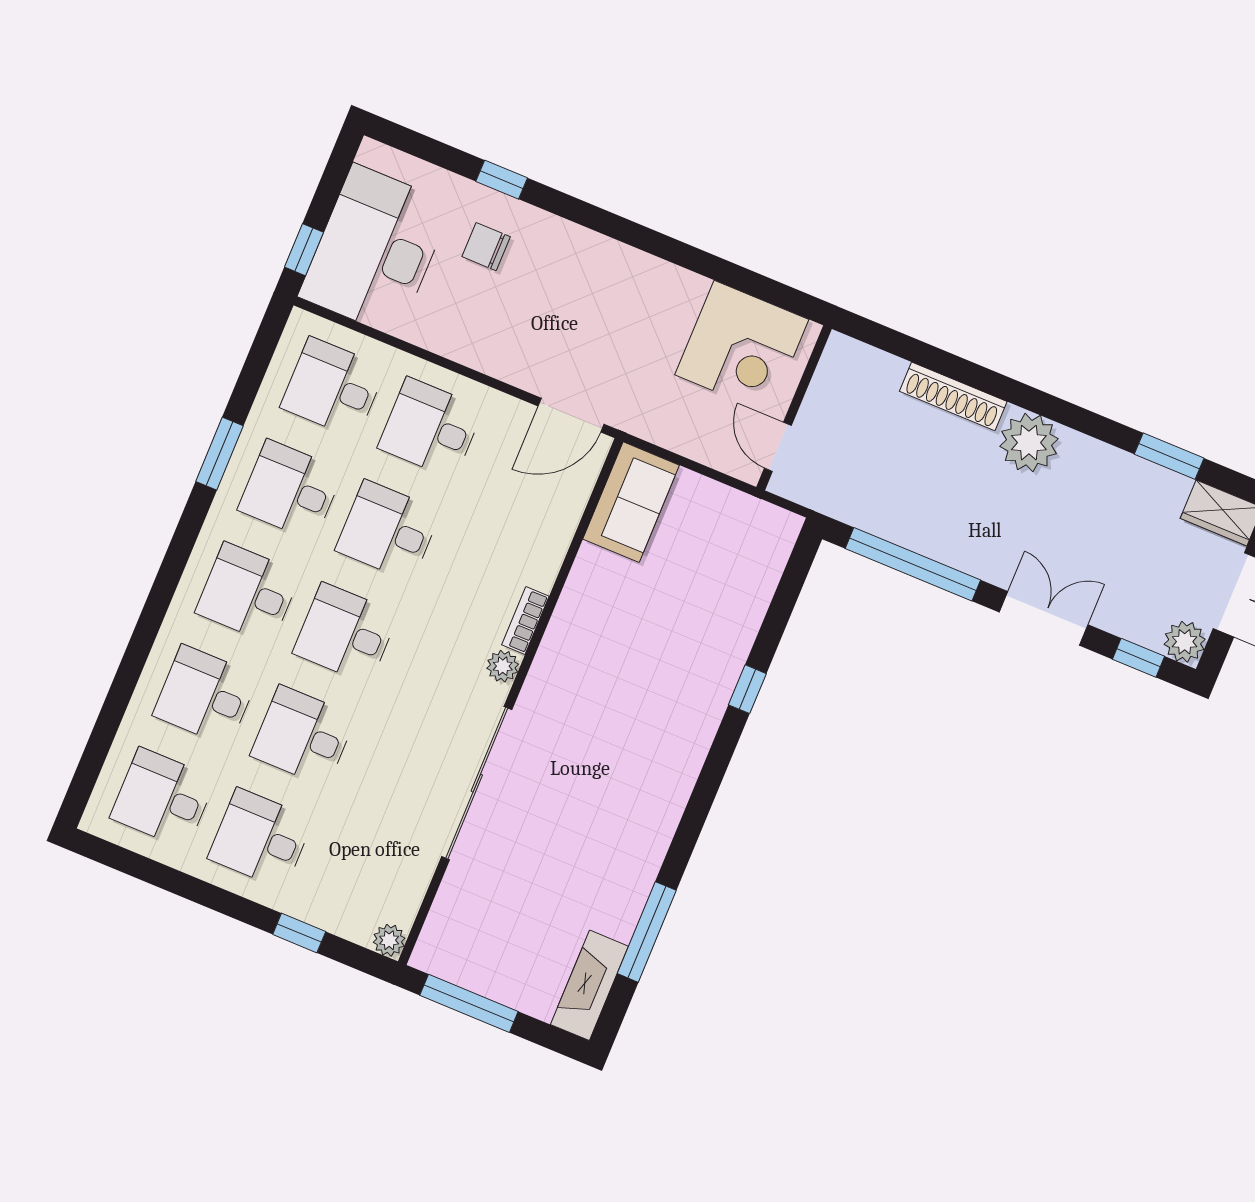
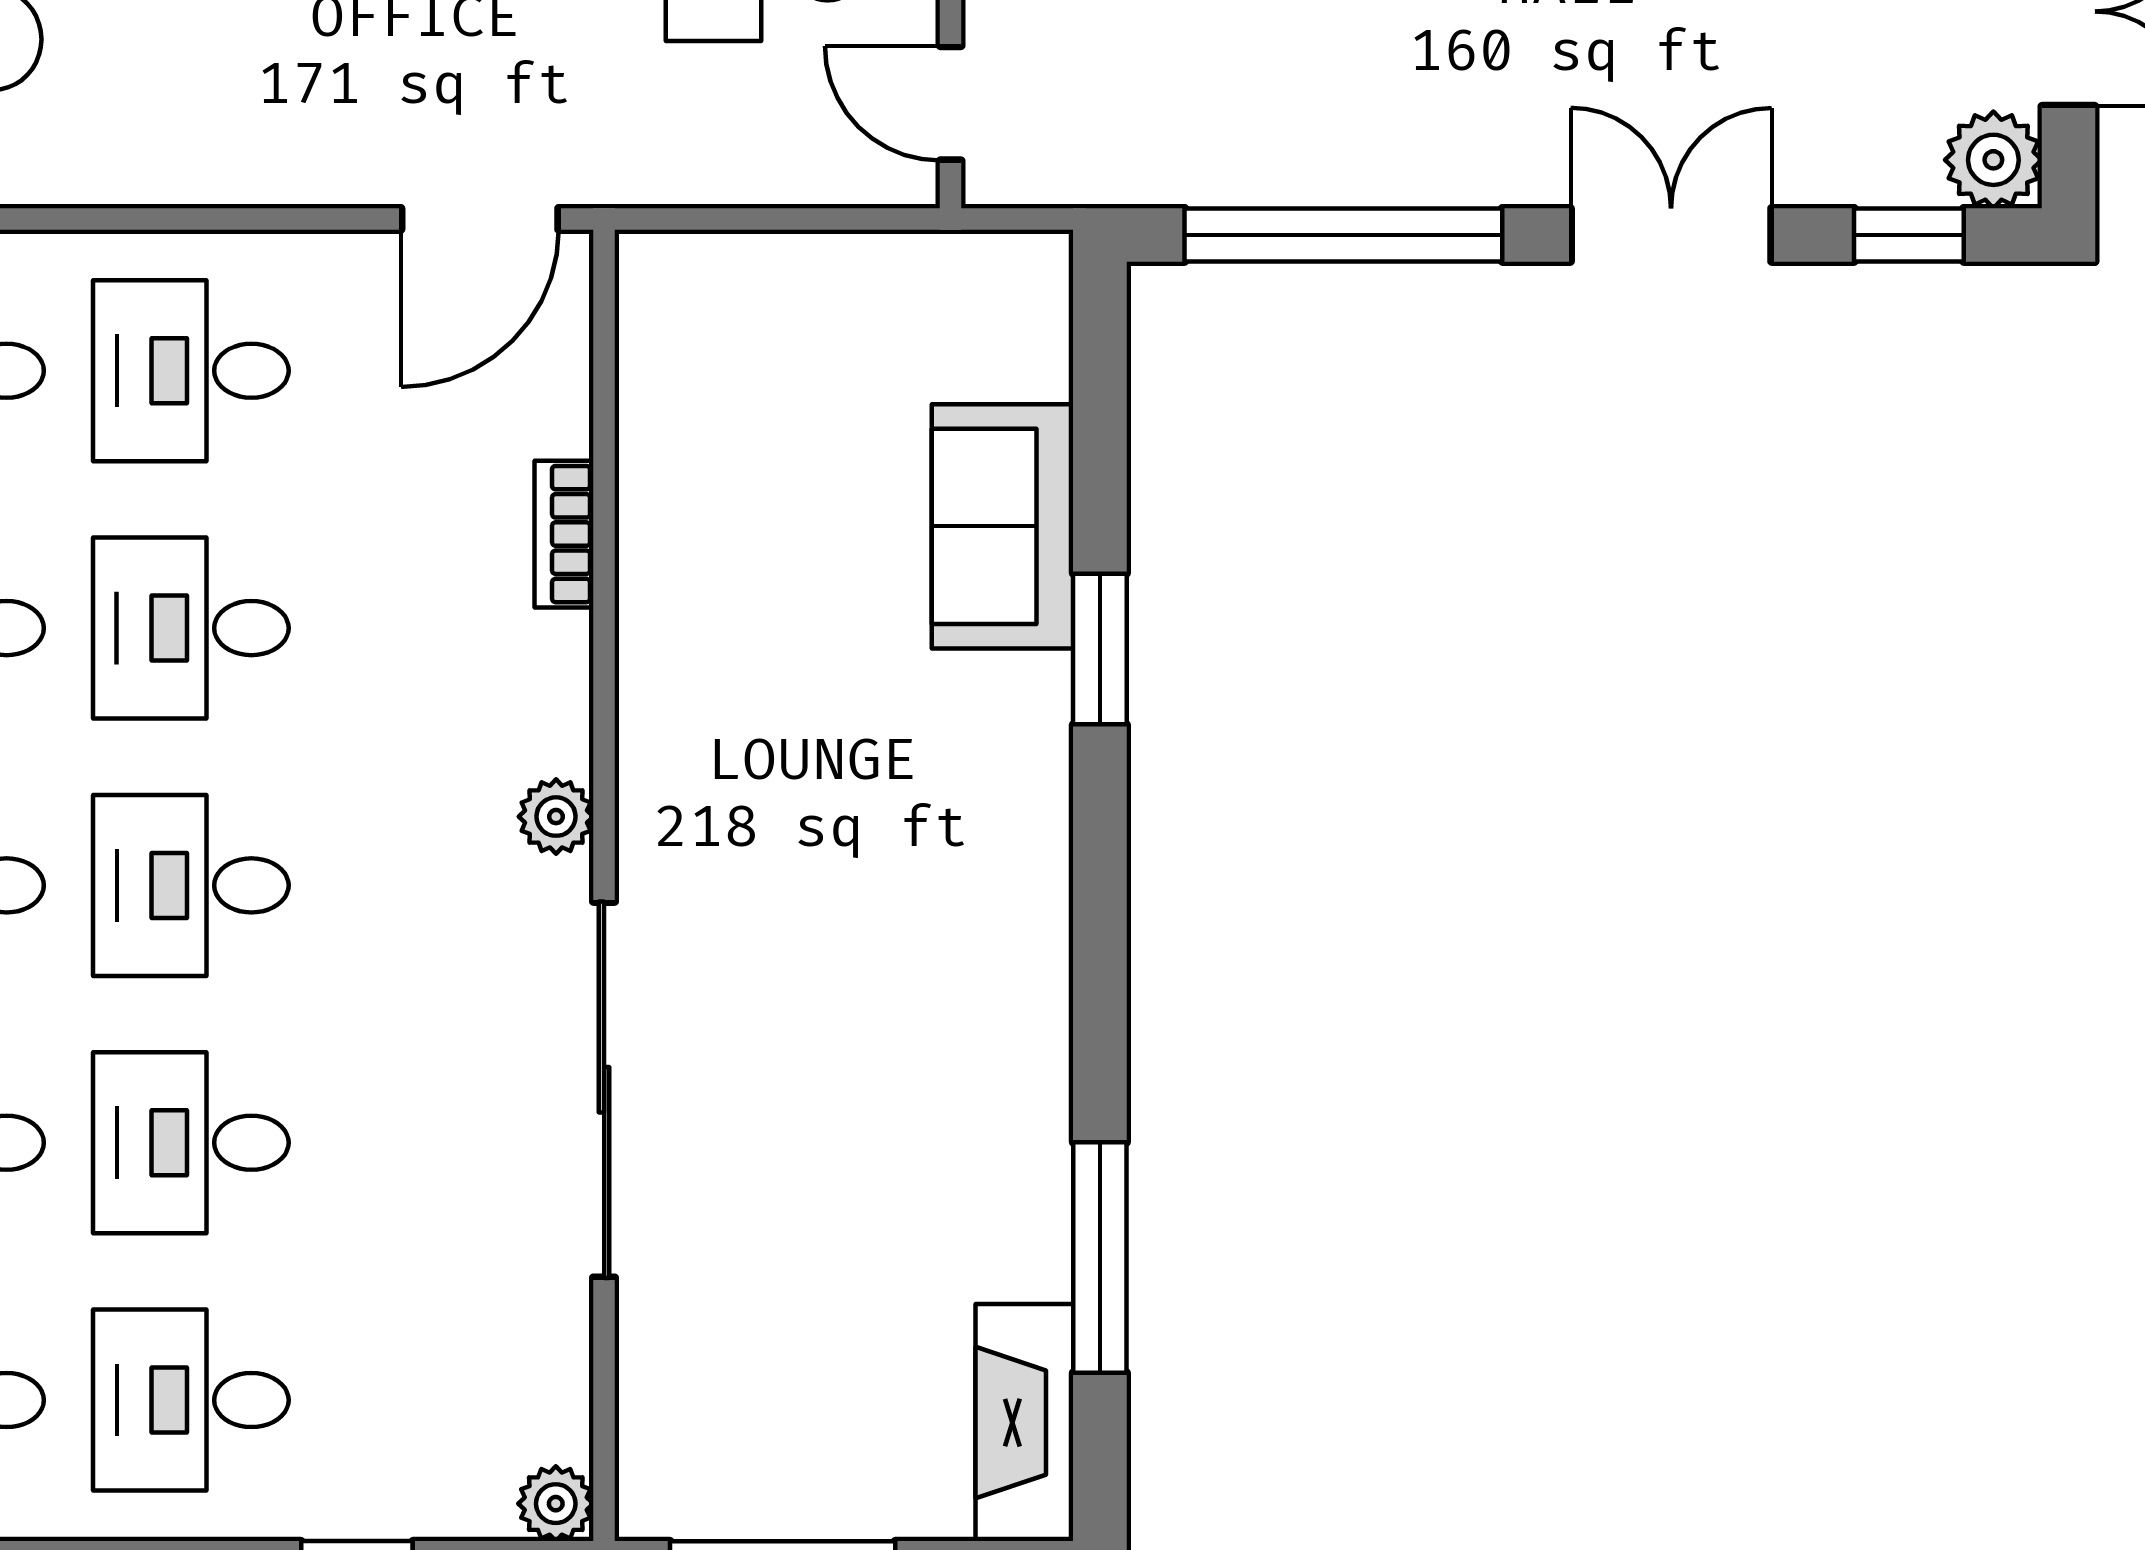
sofa: (631, 502) -> (1003, 526), moved, turned 180
bookcase: (525, 620) -> (564, 534), moved
window: (747, 689) -> (1100, 649), width x1.50

